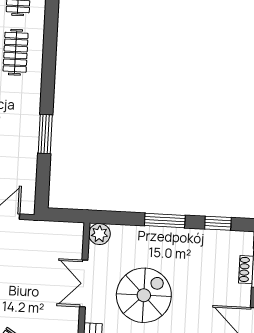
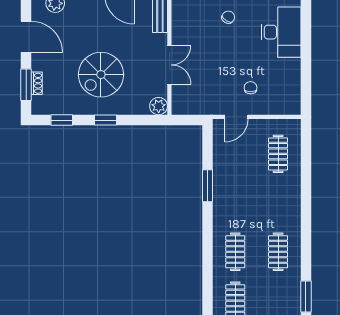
window: (165, 221) -> (106, 120), width x0.67
spiral stairs: (144, 295) -> (101, 75), moved

